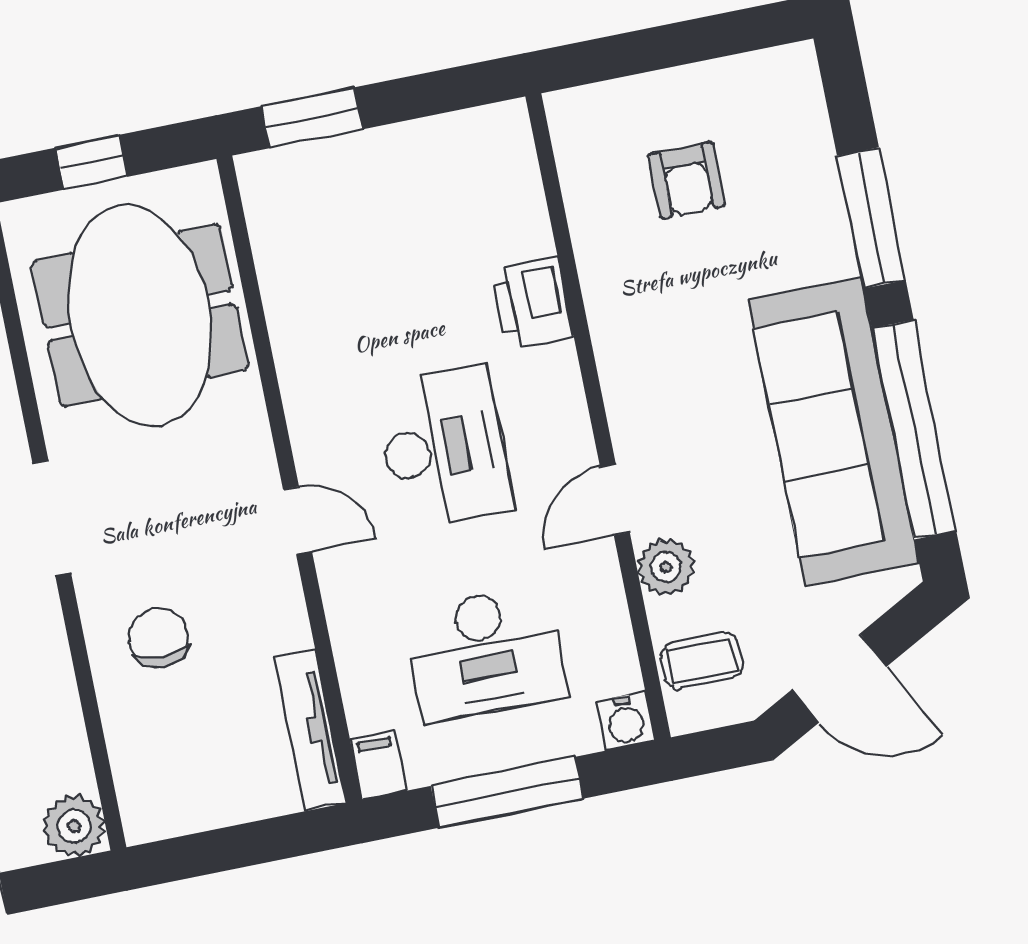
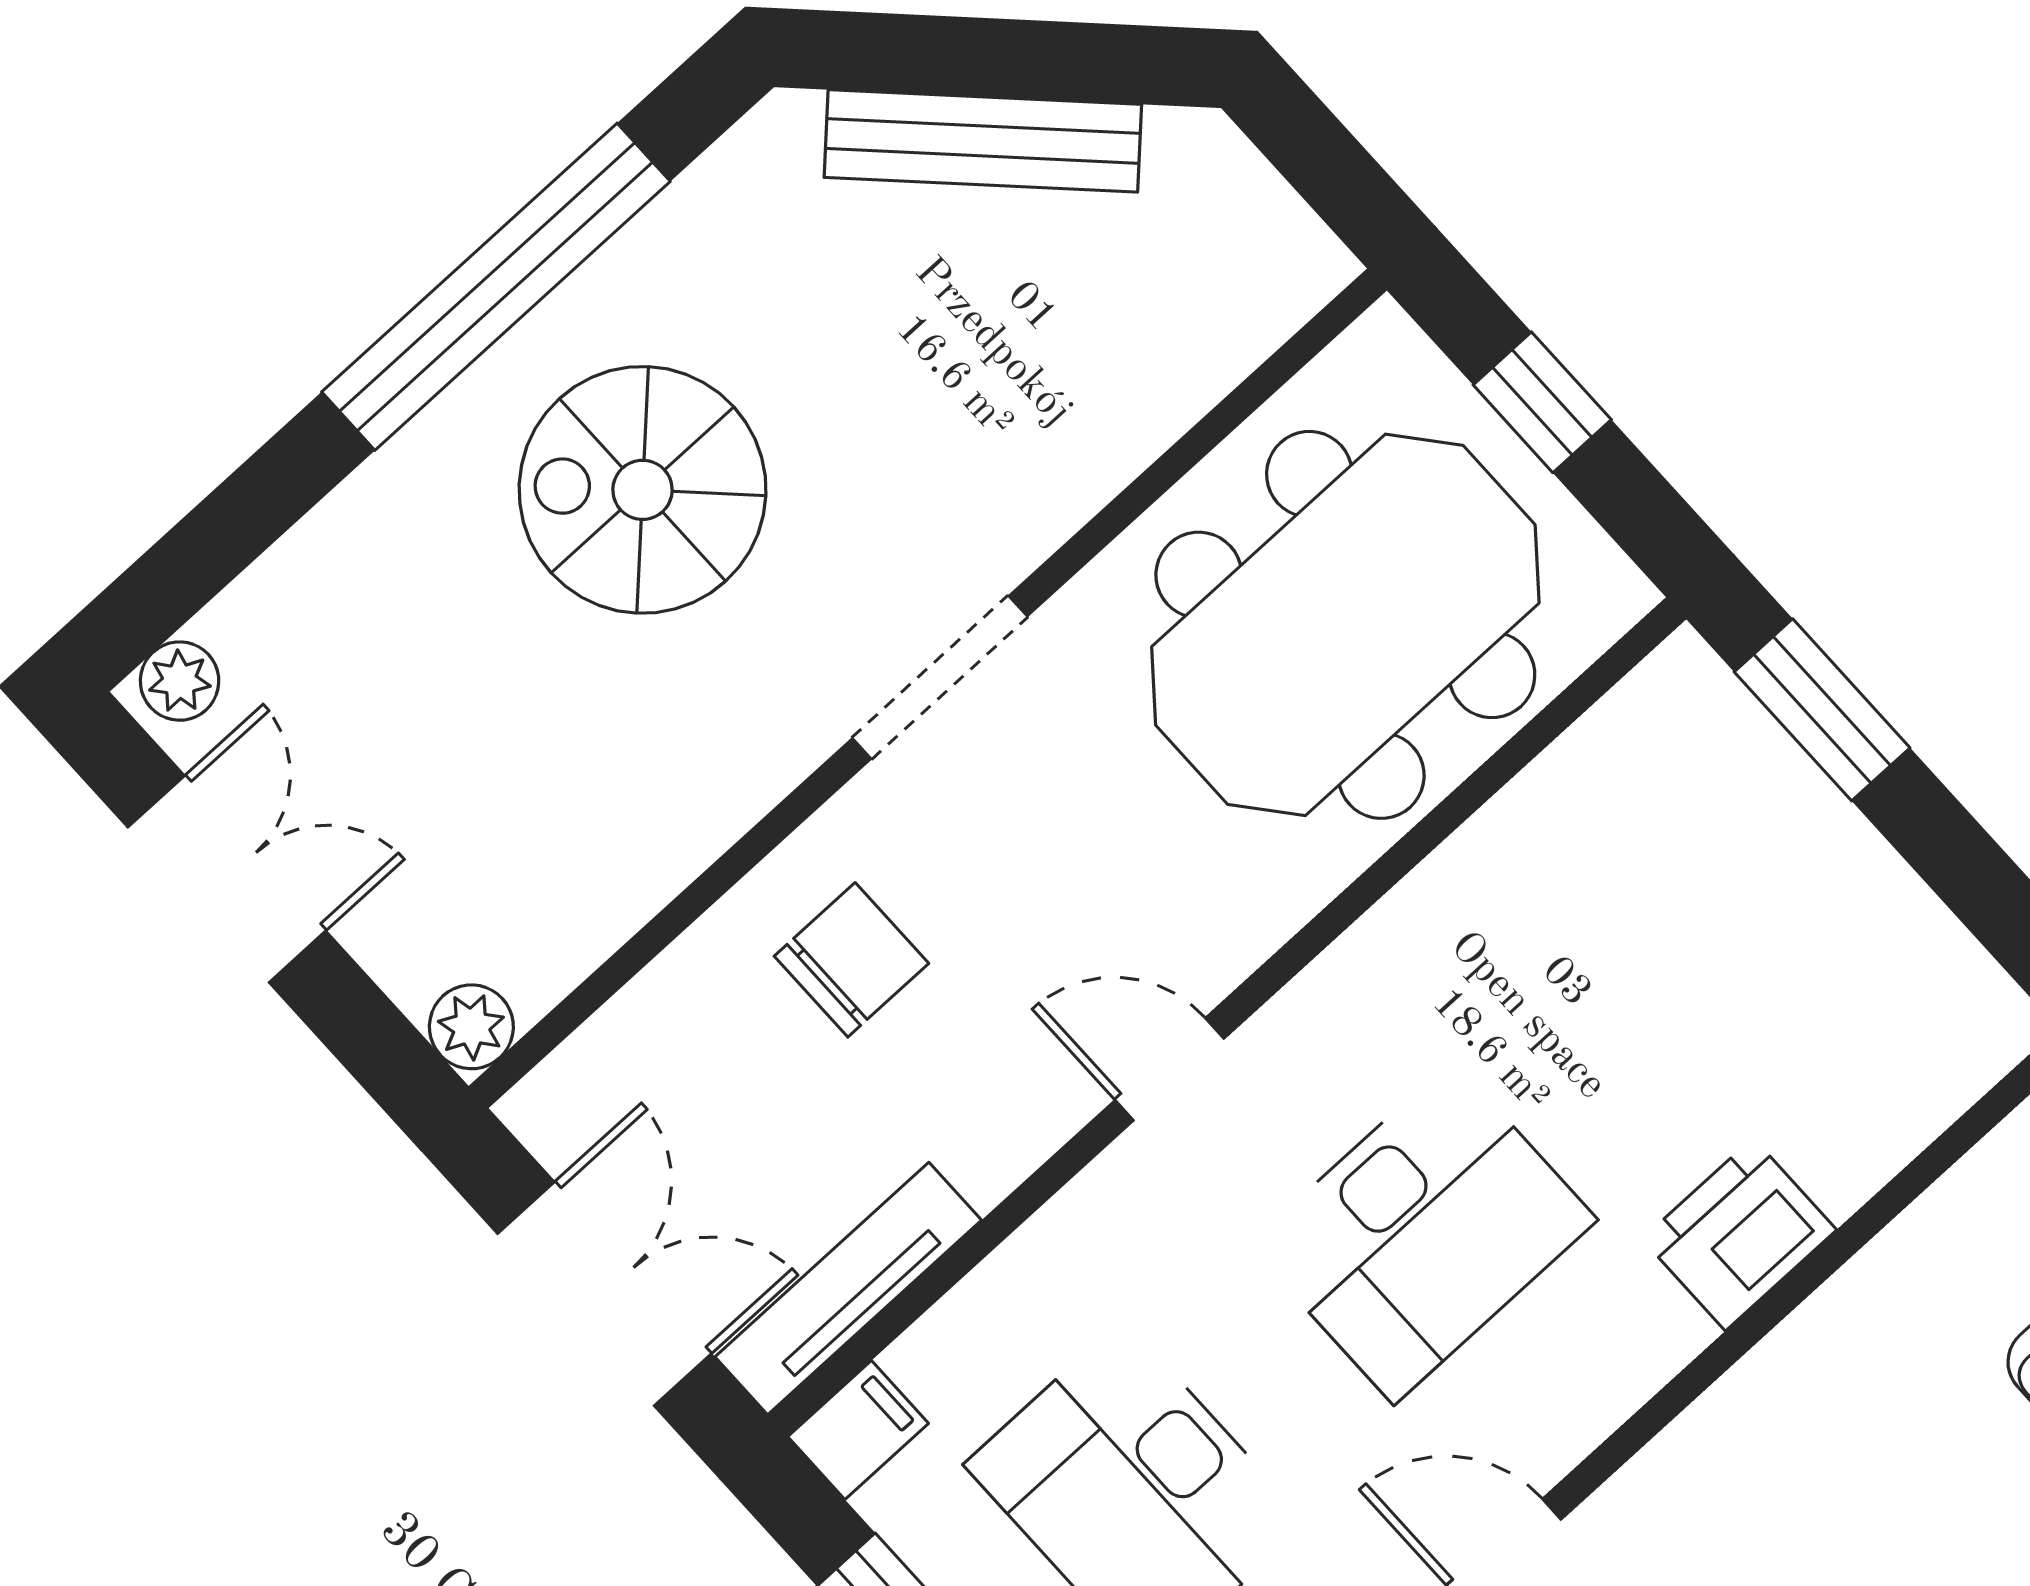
door: (298, 520) -> (1169, 1069), swing flipped
plant: (74, 826) -> (471, 1027), width x0.73, depth x0.73
double door: (245, 845) -> (604, 1294), added

